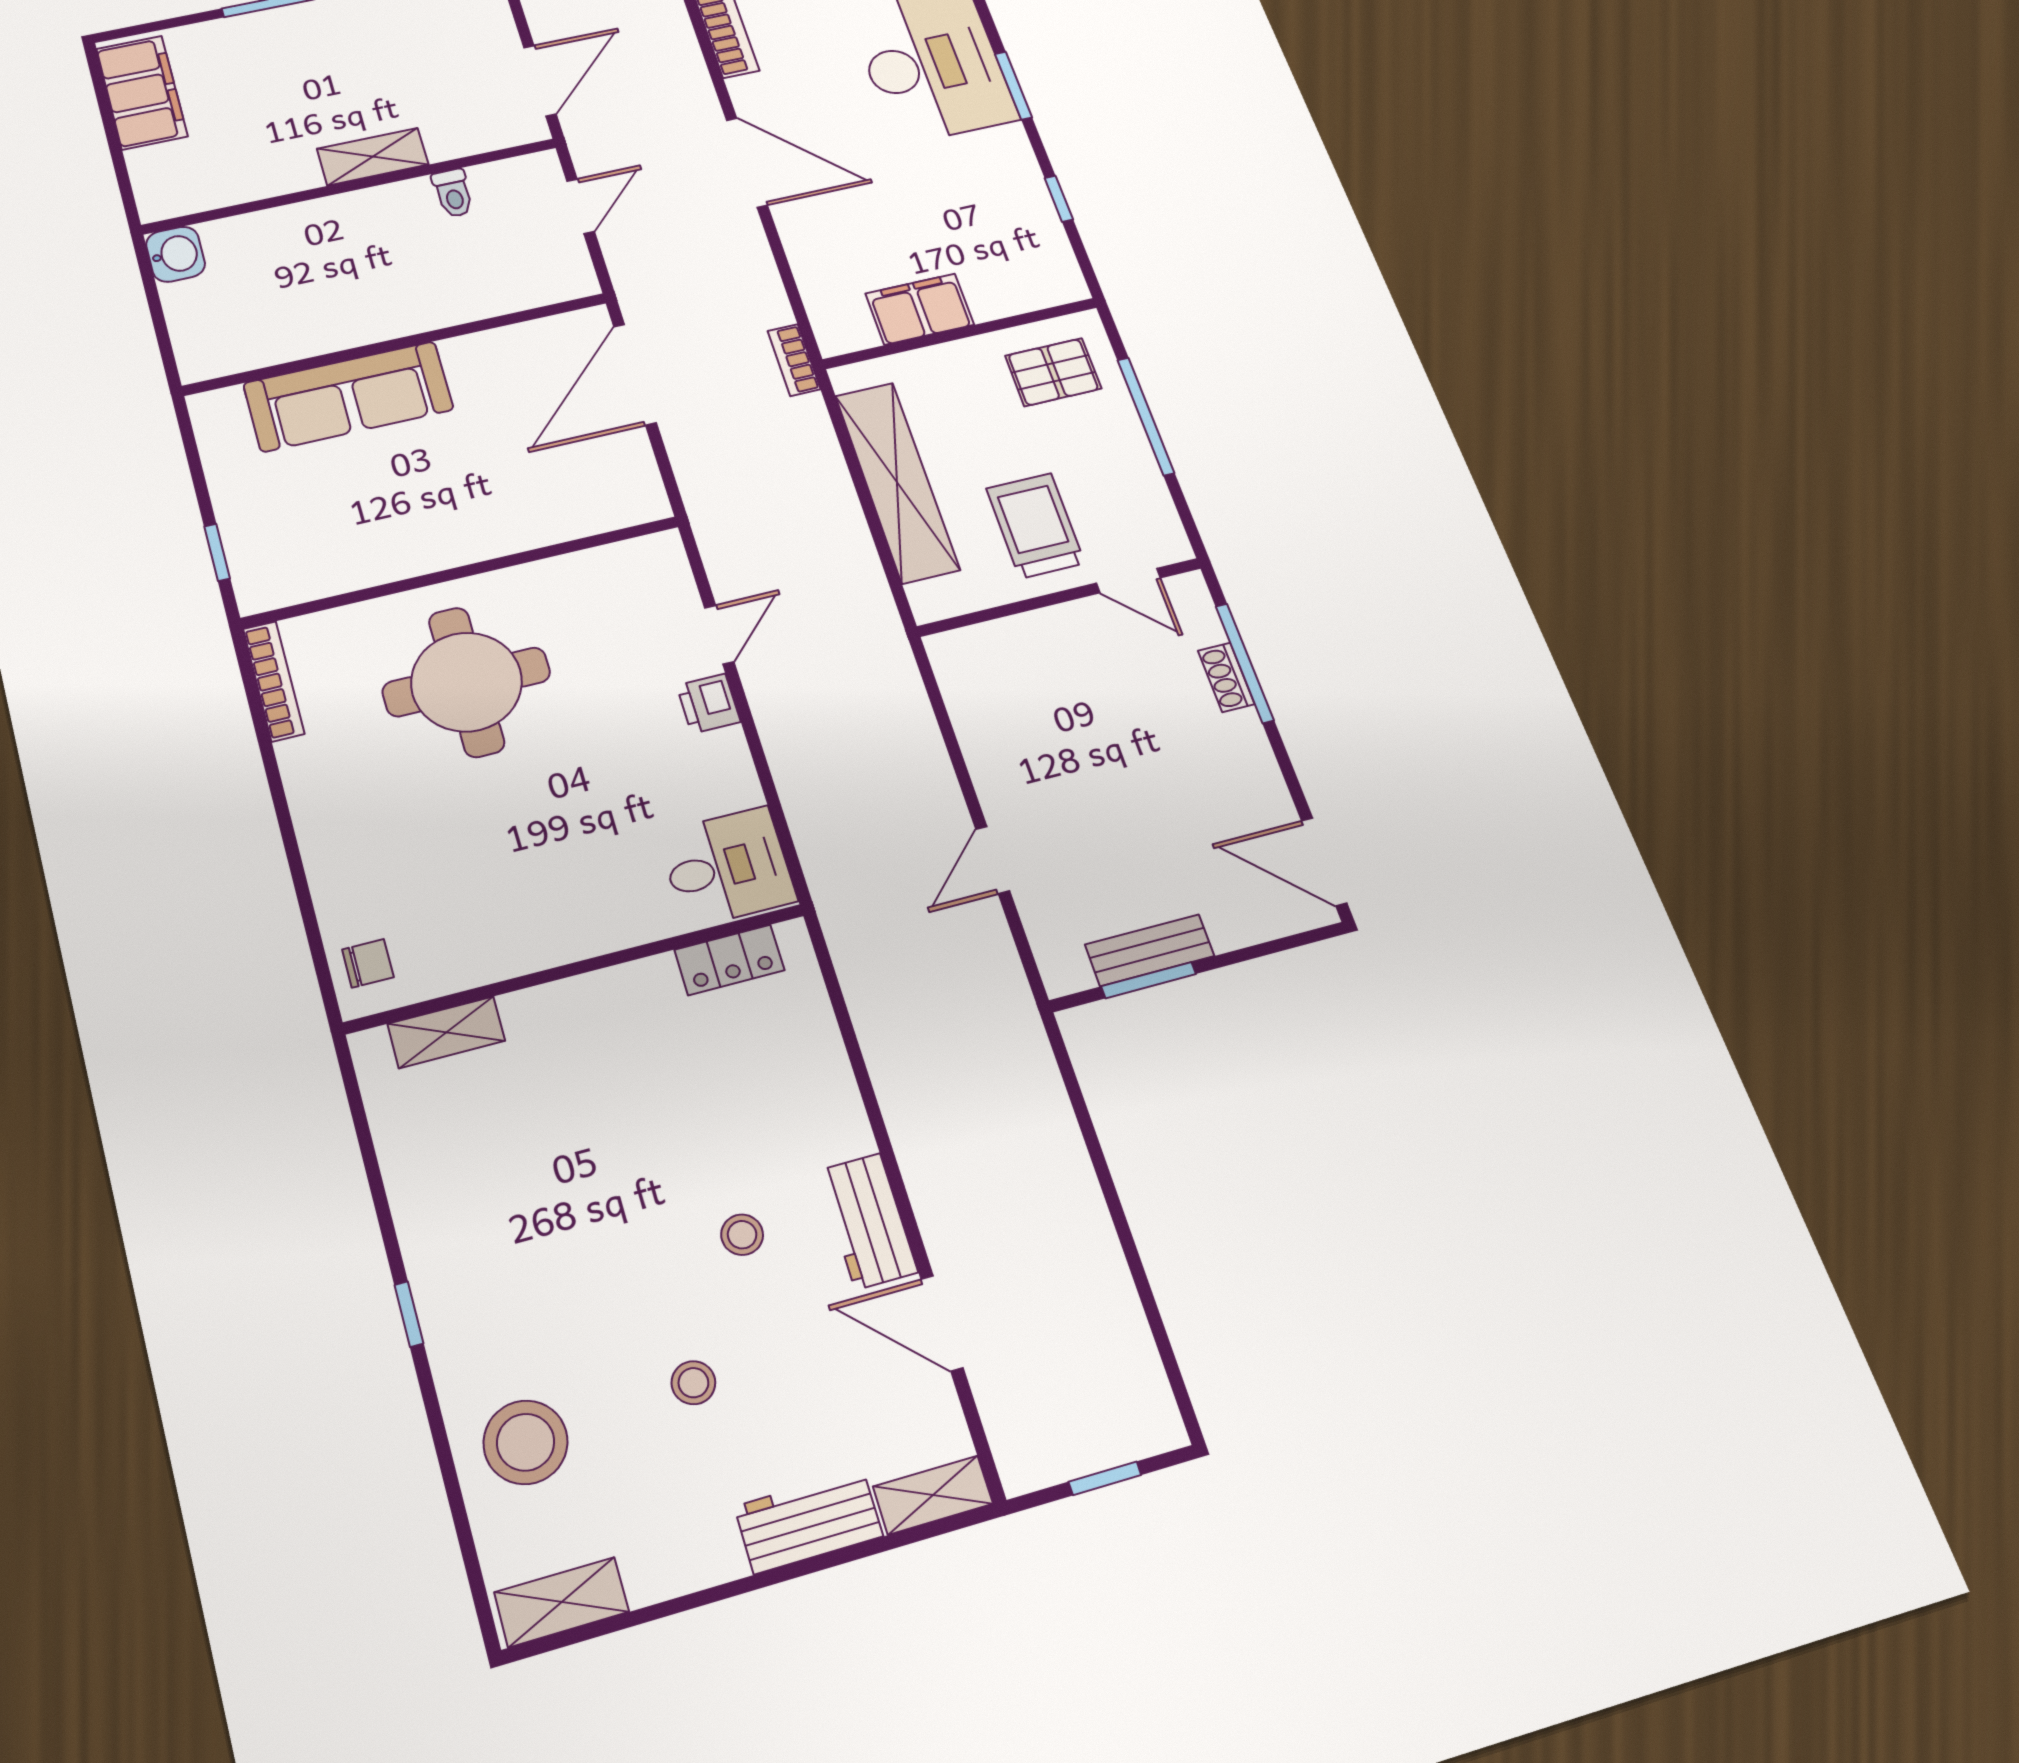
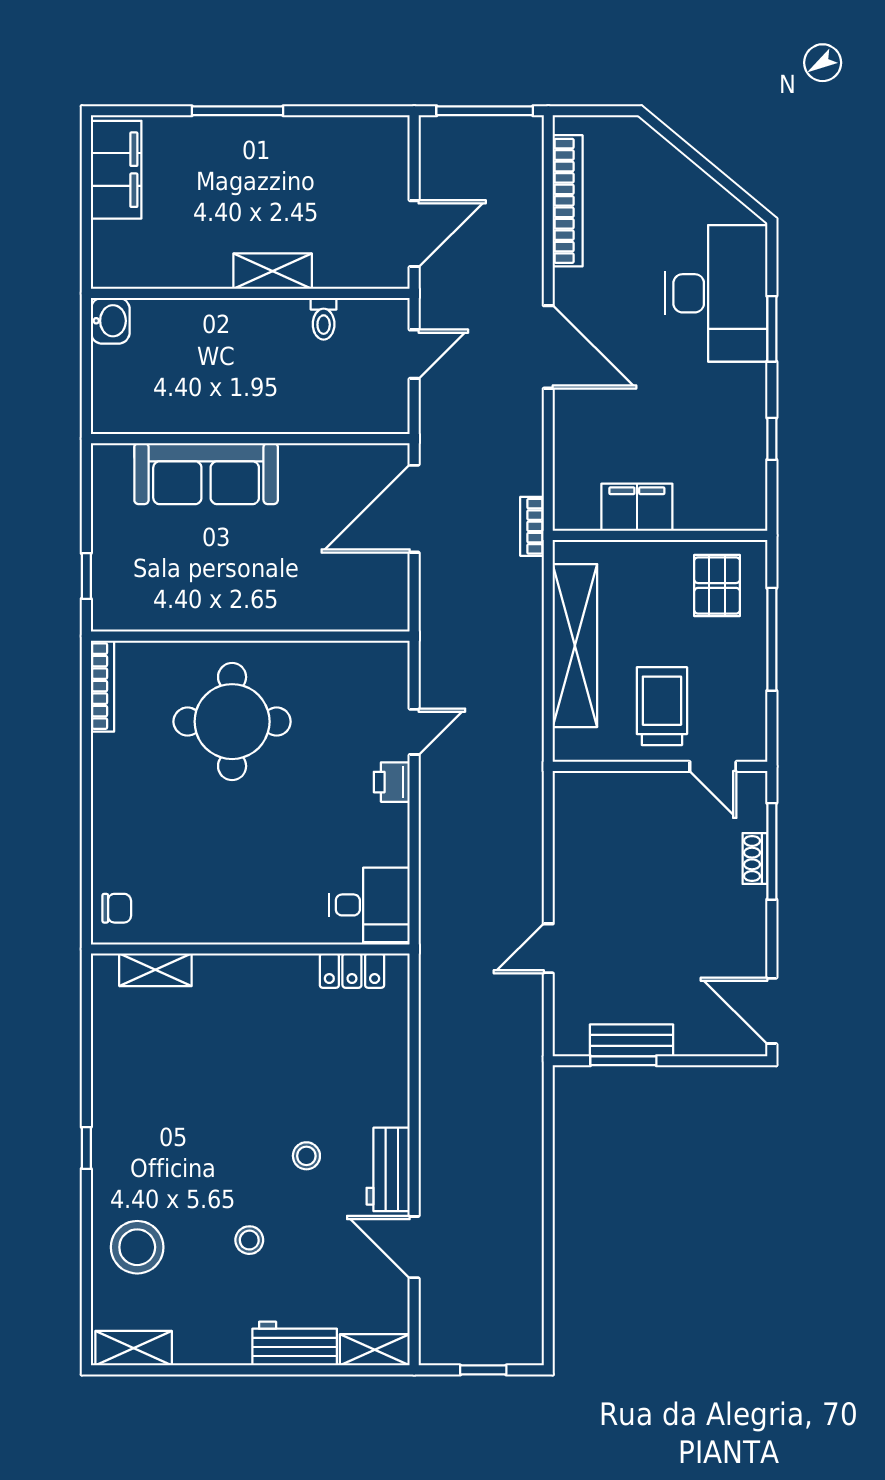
pallet: (1053, 372) -> (717, 585), turned 90

